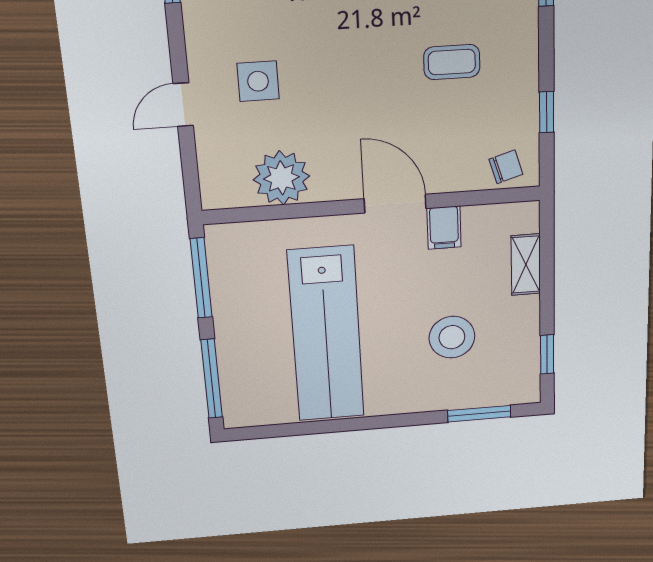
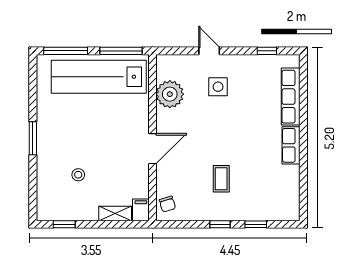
window: (546, 112) -> (220, 224), moved
filing cabinet: (444, 228) -> (141, 210), moved, turned 90
lab bench: (326, 335) -> (99, 77), moved
stool: (452, 337) -> (78, 175), width x0.53, depth x0.53
window: (479, 414) -> (33, 138), moved

